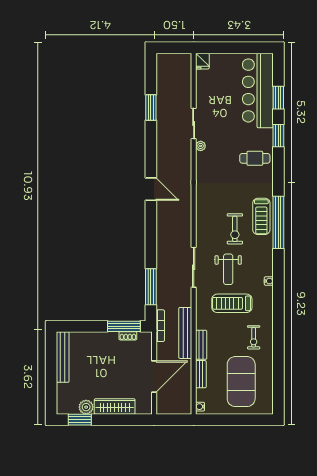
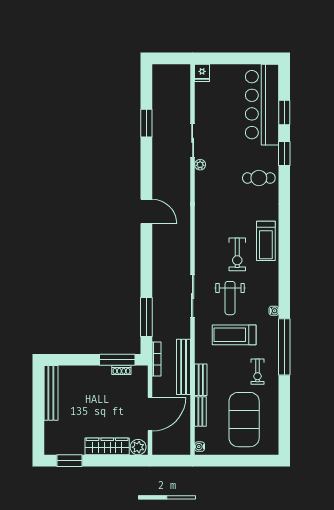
window: (278, 222) -> (284, 347), moved
plant: (86, 407) -> (138, 447), moved

